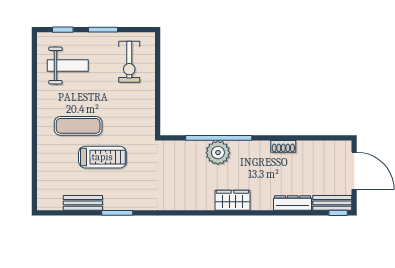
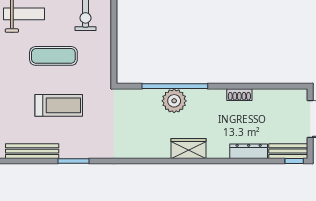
exercise mat: (78, 126) -> (53, 56), moved
bench: (83, 203) -> (32, 151), width x1.36

